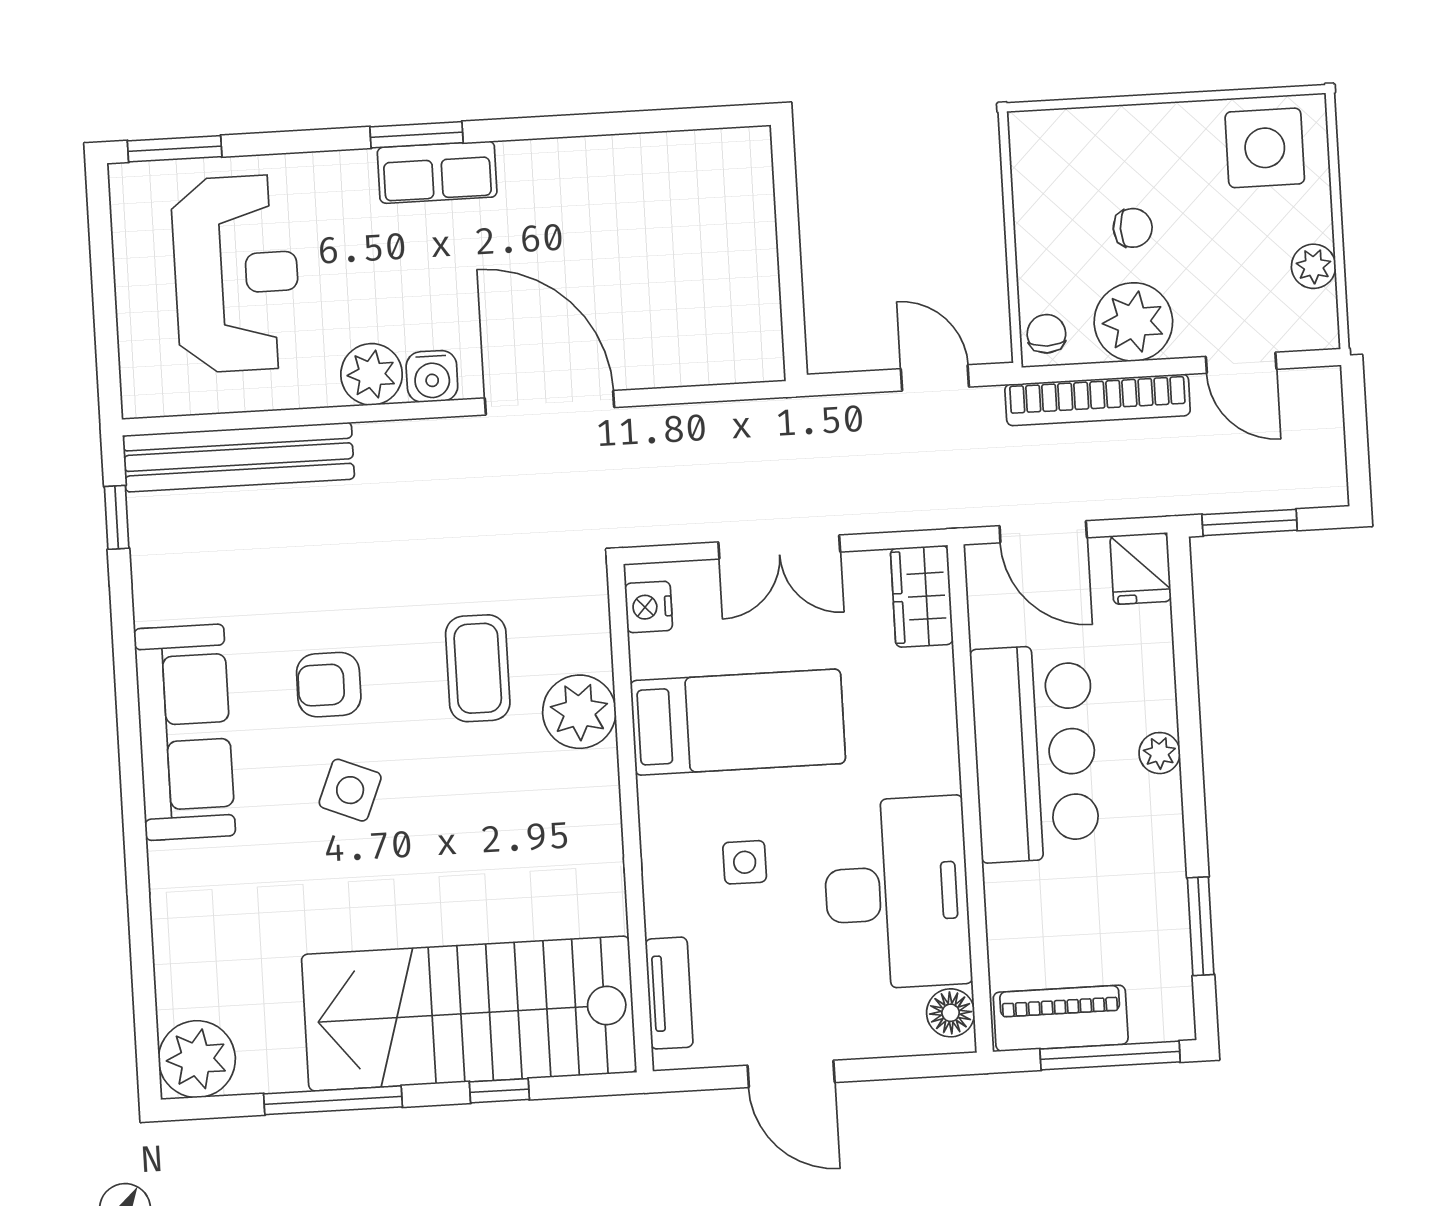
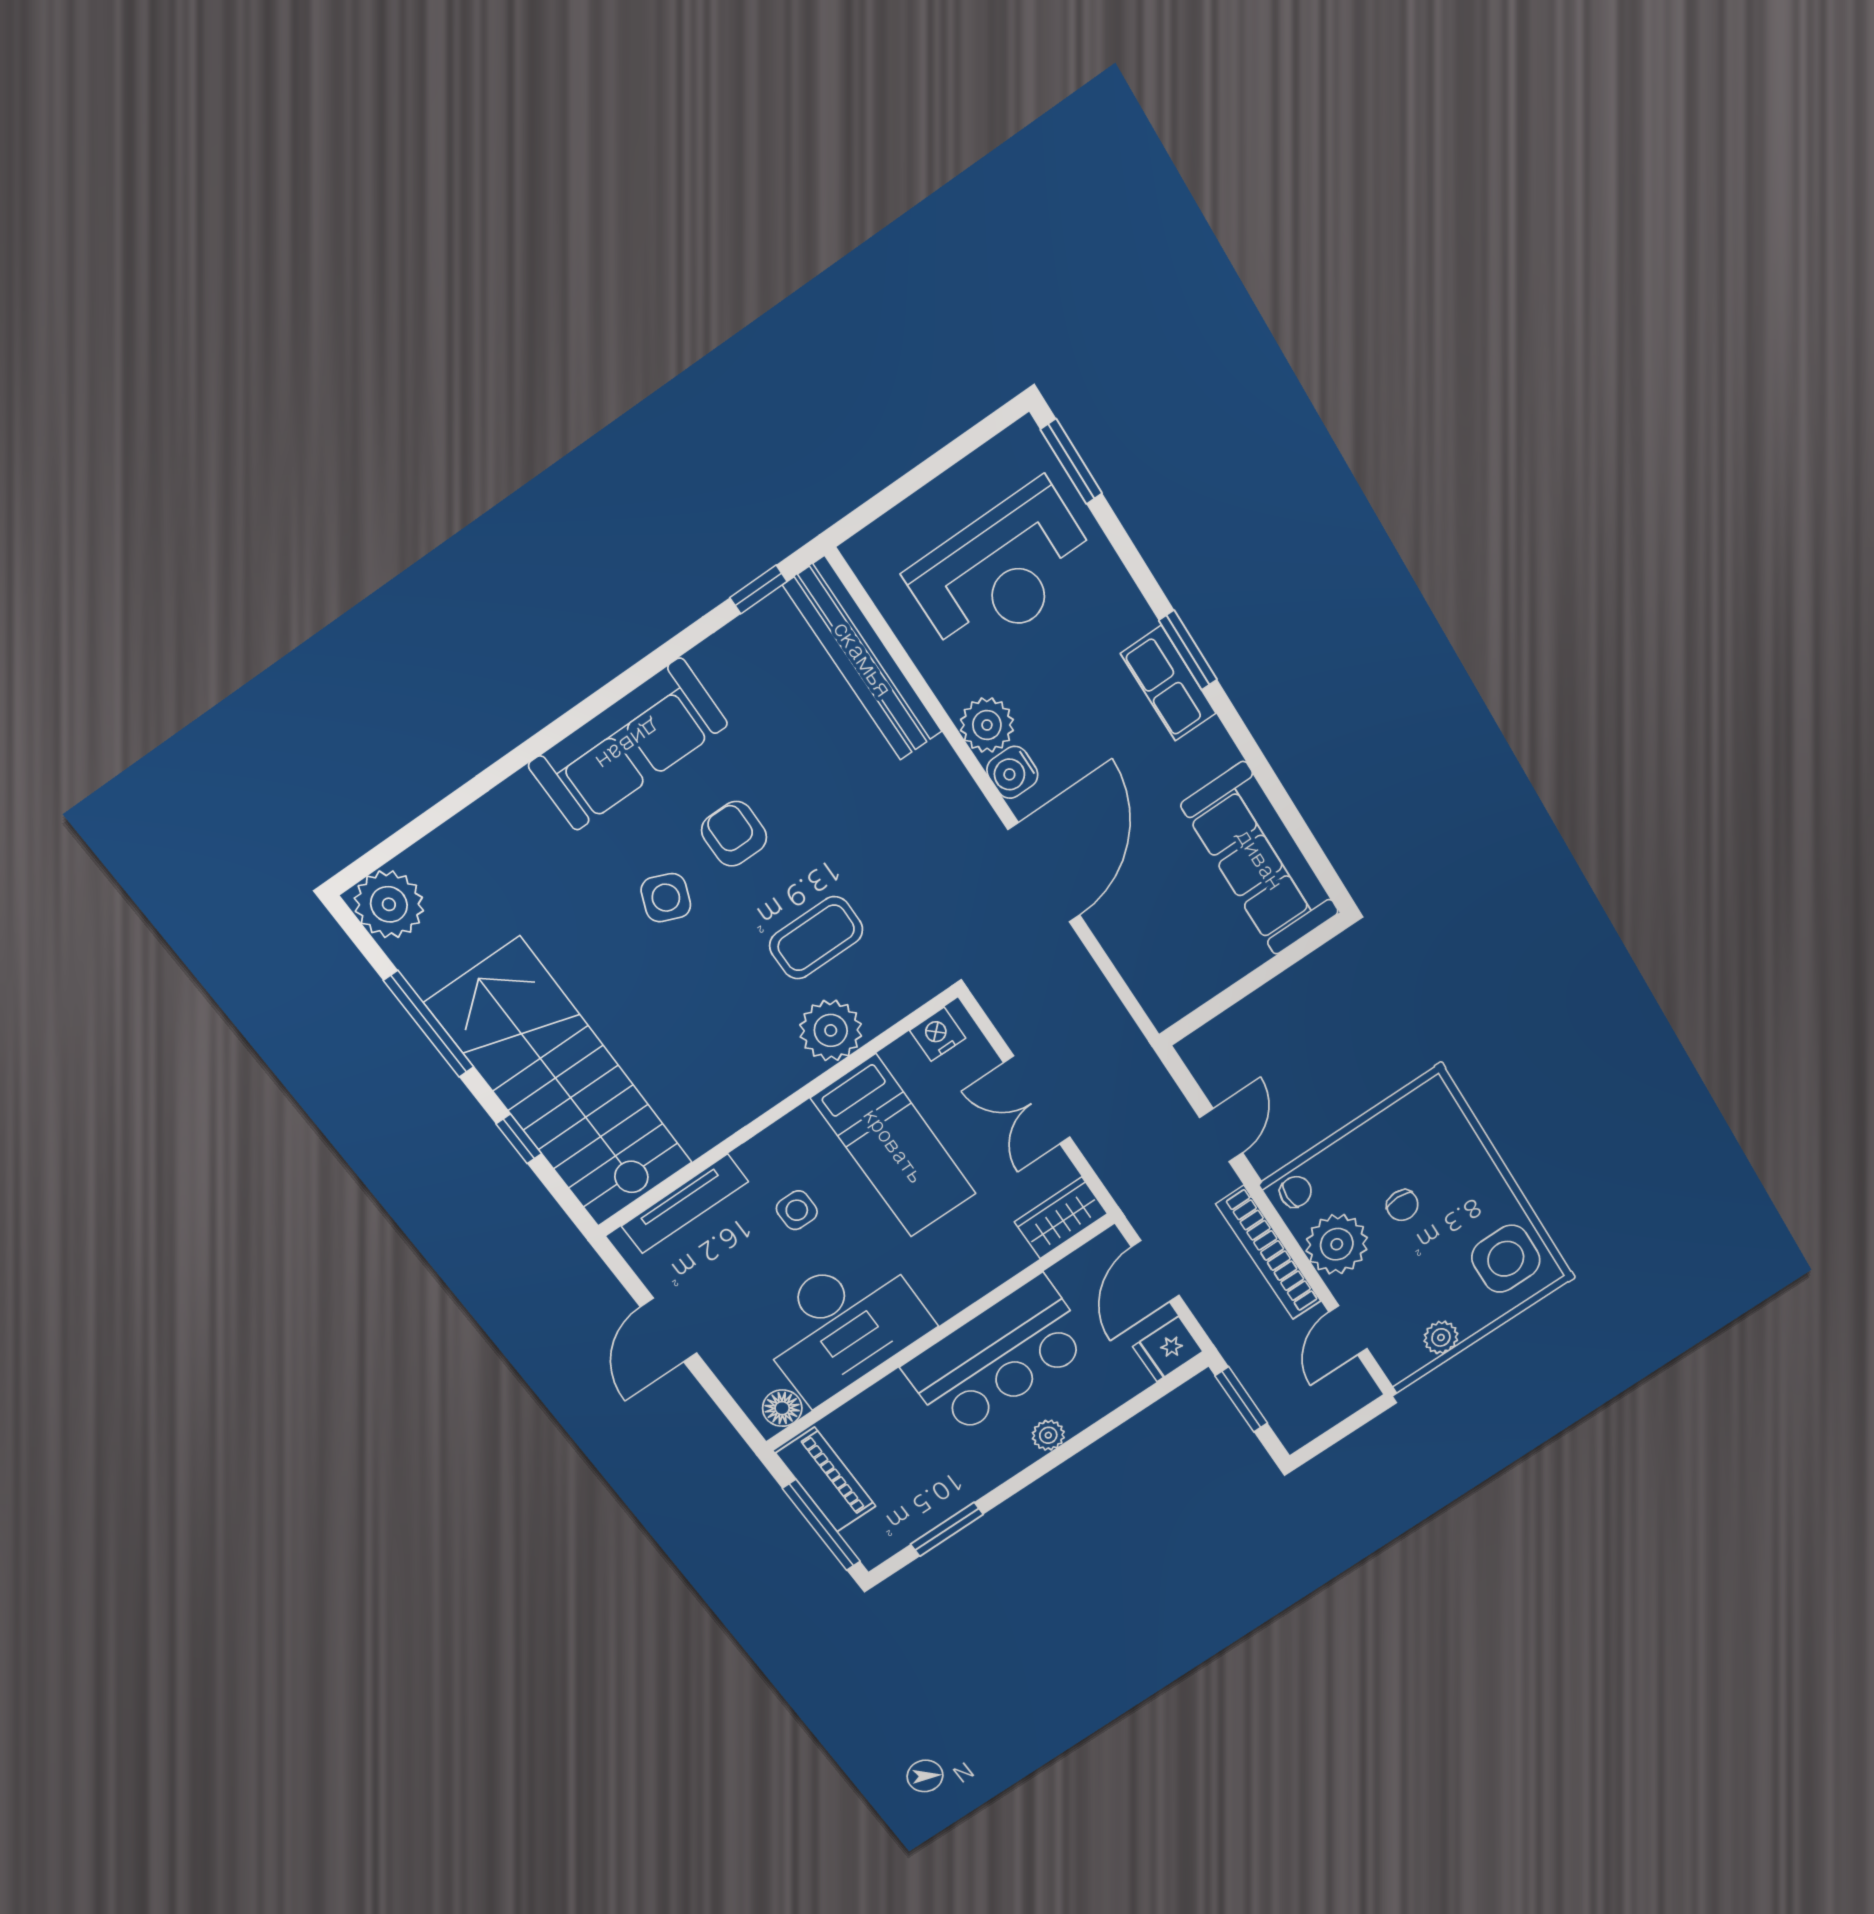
sofa: (667, 177) -> (1260, 859), added
tv unit: (669, 993) -> (685, 1204), width x1.41

